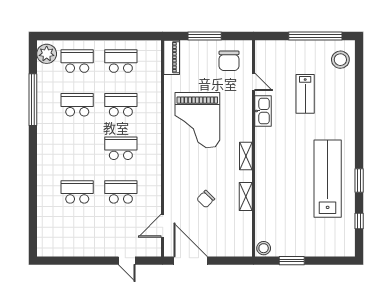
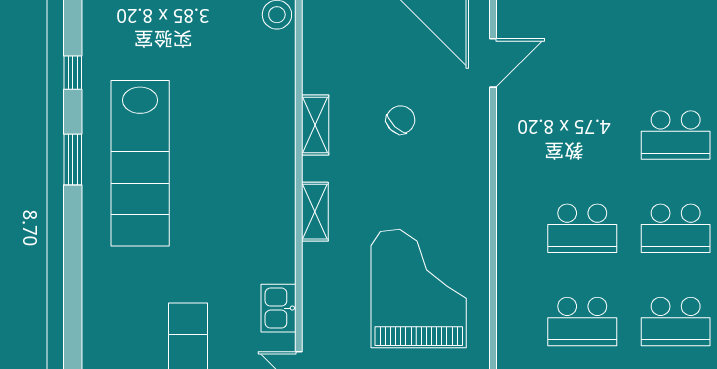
kitchen sink: (263, 111) -> (278, 308), width x0.73
school desk: (121, 192) -> (676, 228), moved

